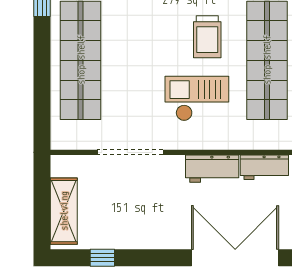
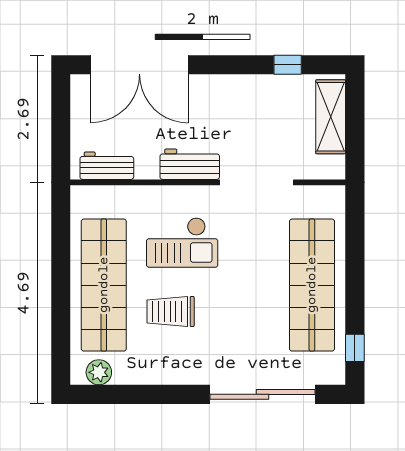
trolley: (207, 37) -> (171, 311), turned -90
workbench: (212, 169) -> (190, 164), moved

